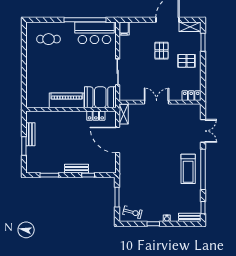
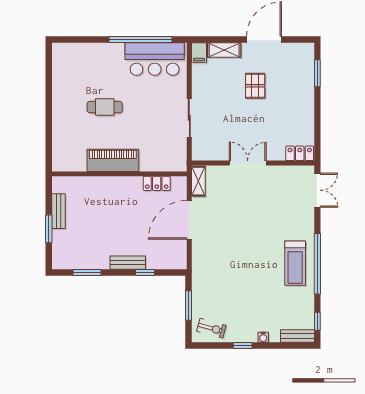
shelving: (190, 27) -> (224, 50), moved
cafe table: (49, 39) -> (105, 107), moved
pallet: (186, 61) -> (293, 101), removed
booth: (100, 97) -> (163, 156), removed
double door: (203, 131) -> (317, 190), moved
door: (118, 140) -> (189, 220), hinge flipped

